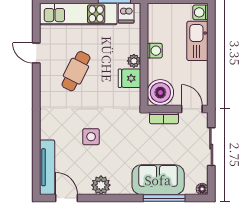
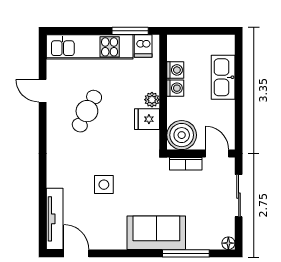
washing machine: (200, 12) -> (175, 70), moved, turned 180
sofa: (158, 180) -> (156, 233), moved
plant: (101, 185) -> (115, 239), removed

